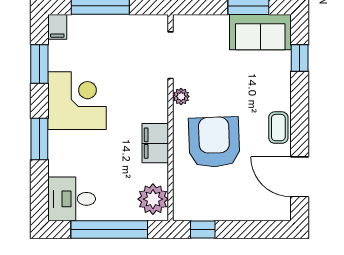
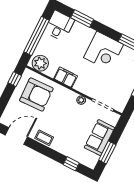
sofa: (260, 32) -> (99, 138), moved
window: (39, 139) -> (82, 18), moved
armchair: (214, 142) -> (36, 95), moved

